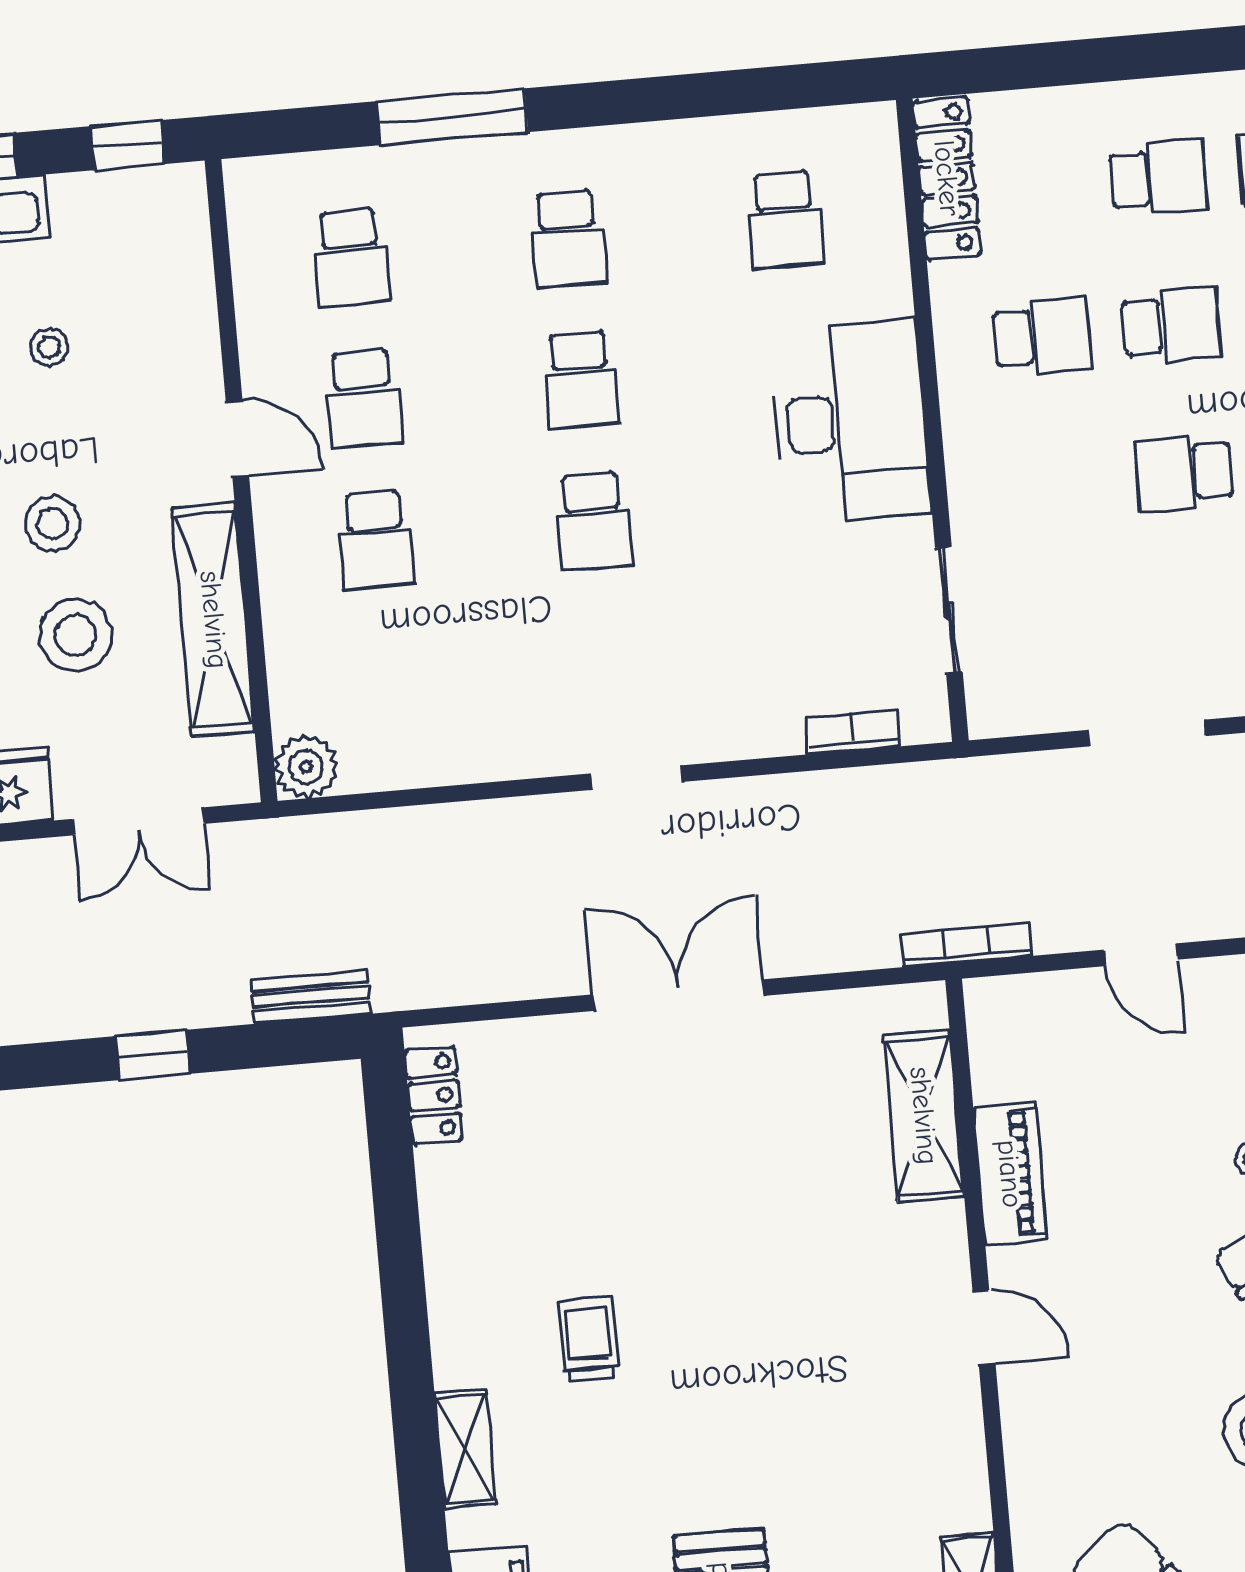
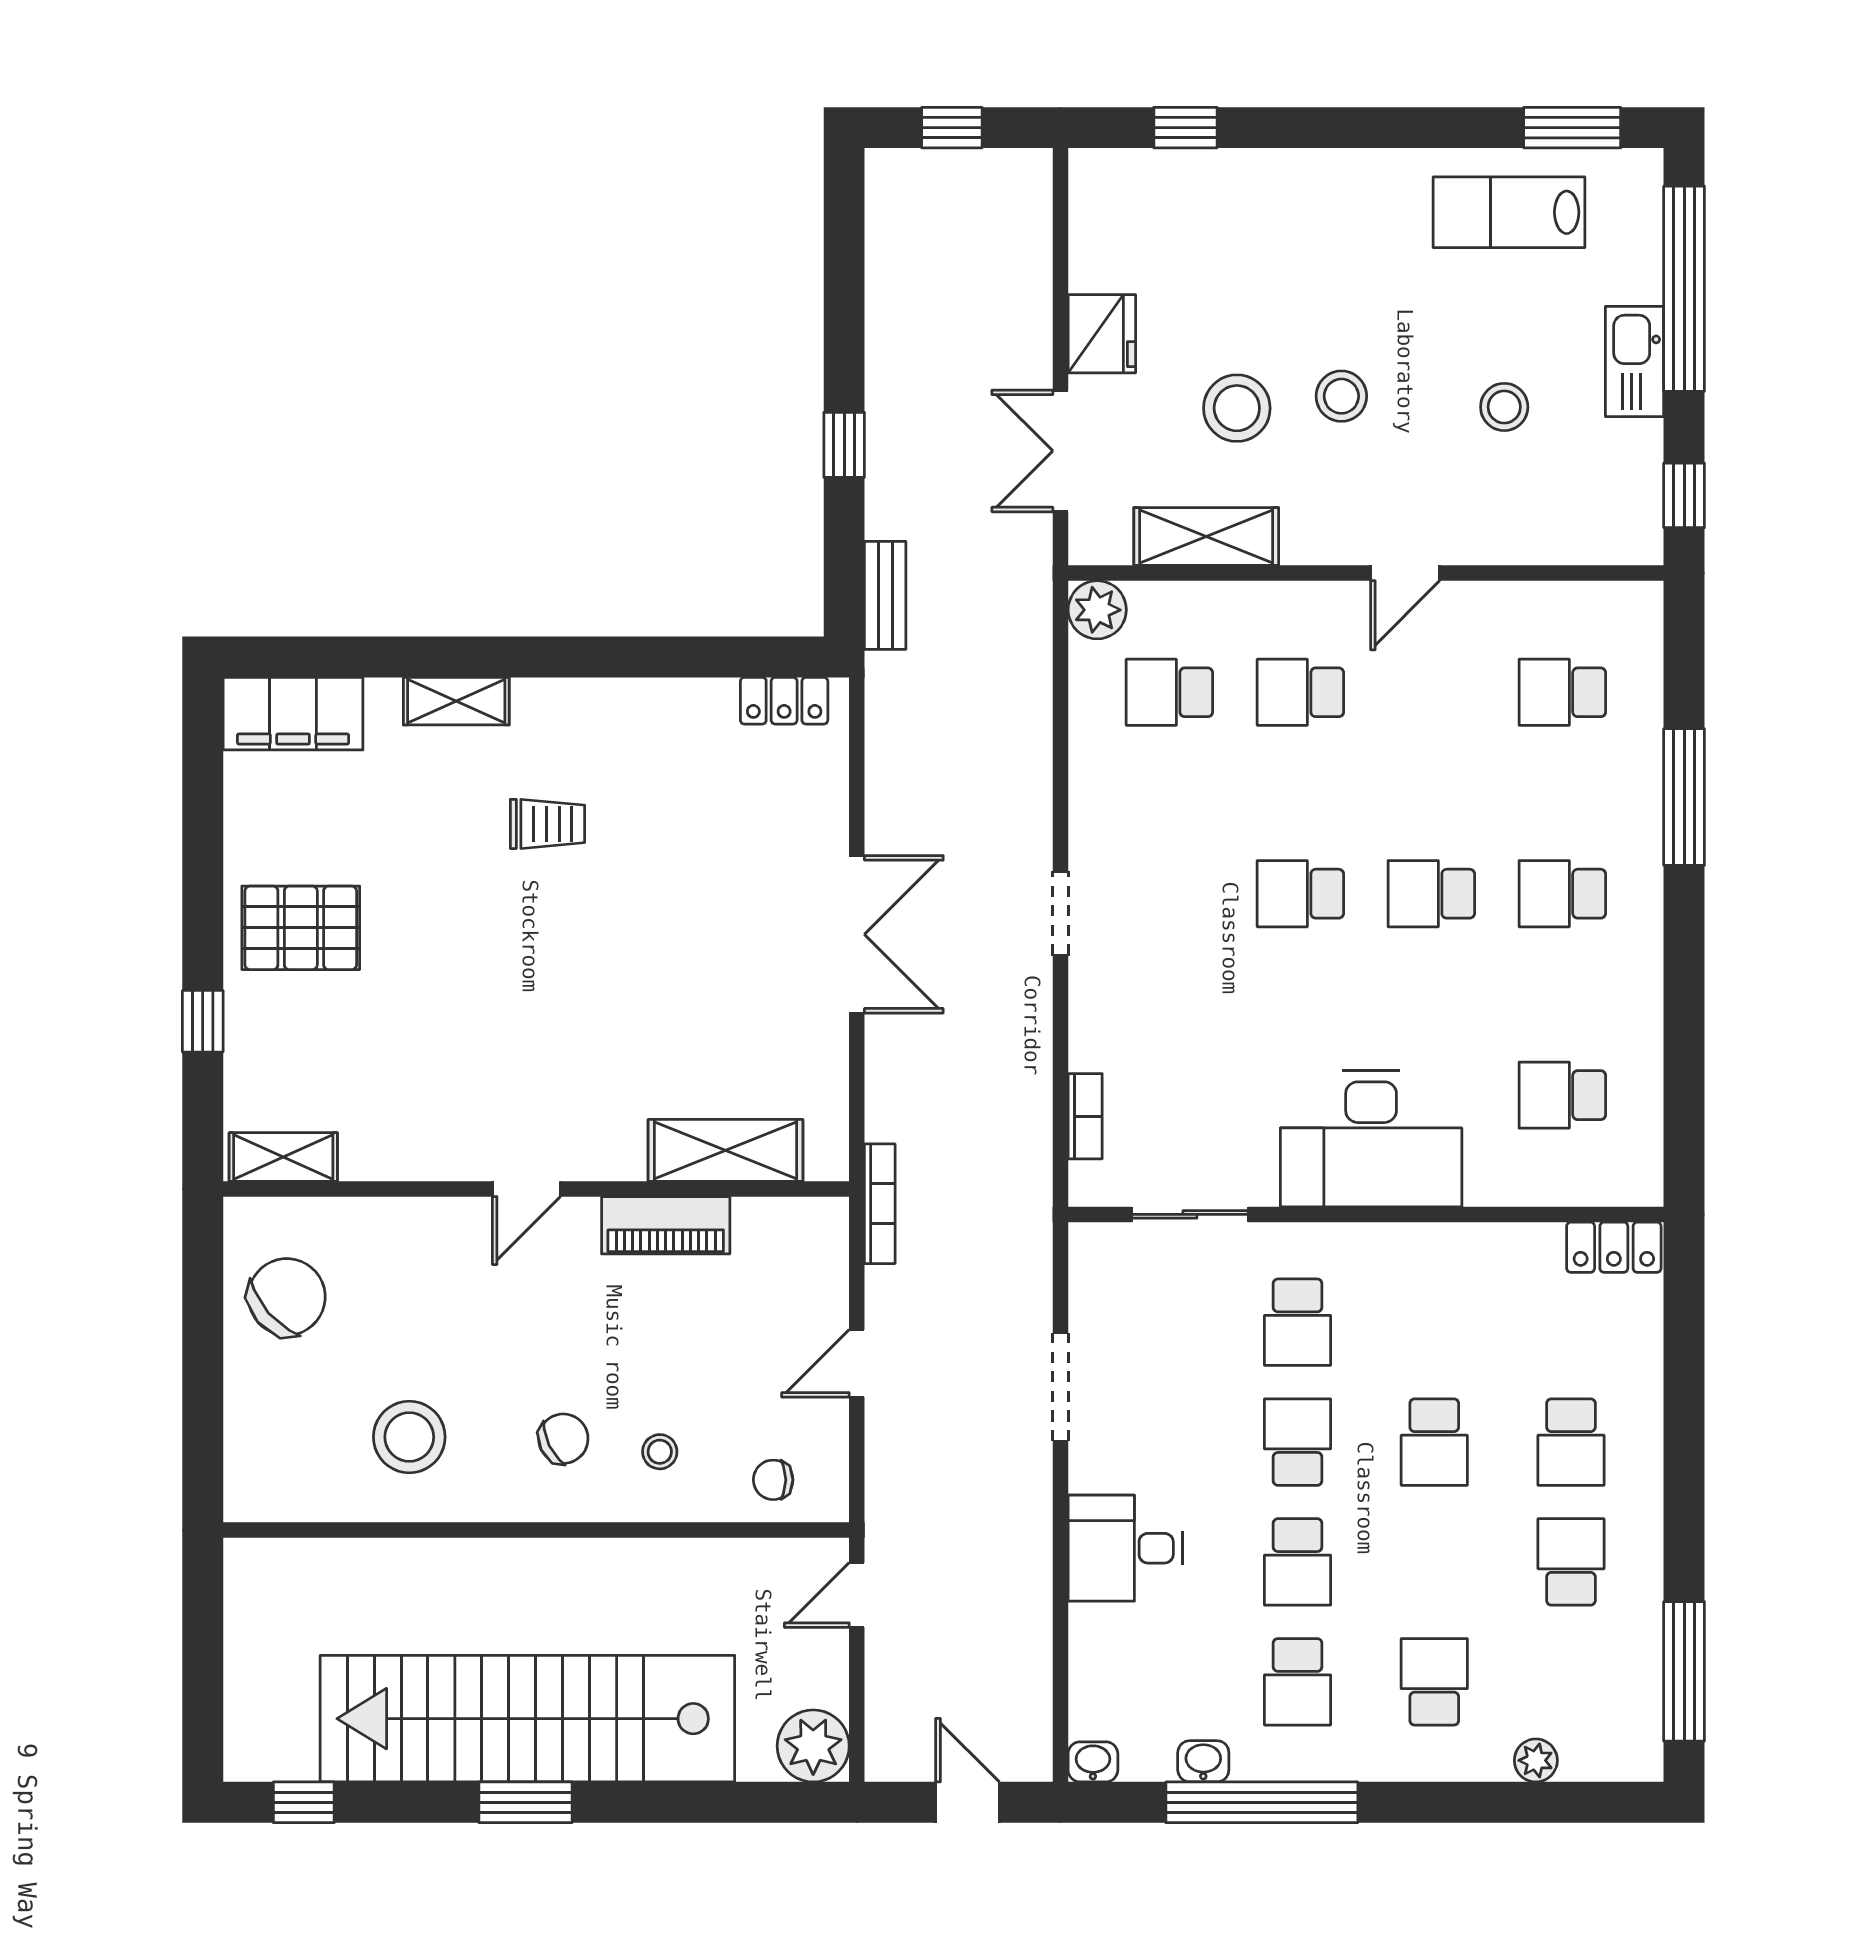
locker: (947, 178) -> (1614, 1247), width x0.66
school desk: (1042, 336) -> (1298, 1322), moved
stool: (49, 347) -> (1504, 407), width x1.37, depth x1.37
school desk: (363, 399) -> (1169, 692), moved
shelving: (214, 620) -> (1206, 536), width x0.68

